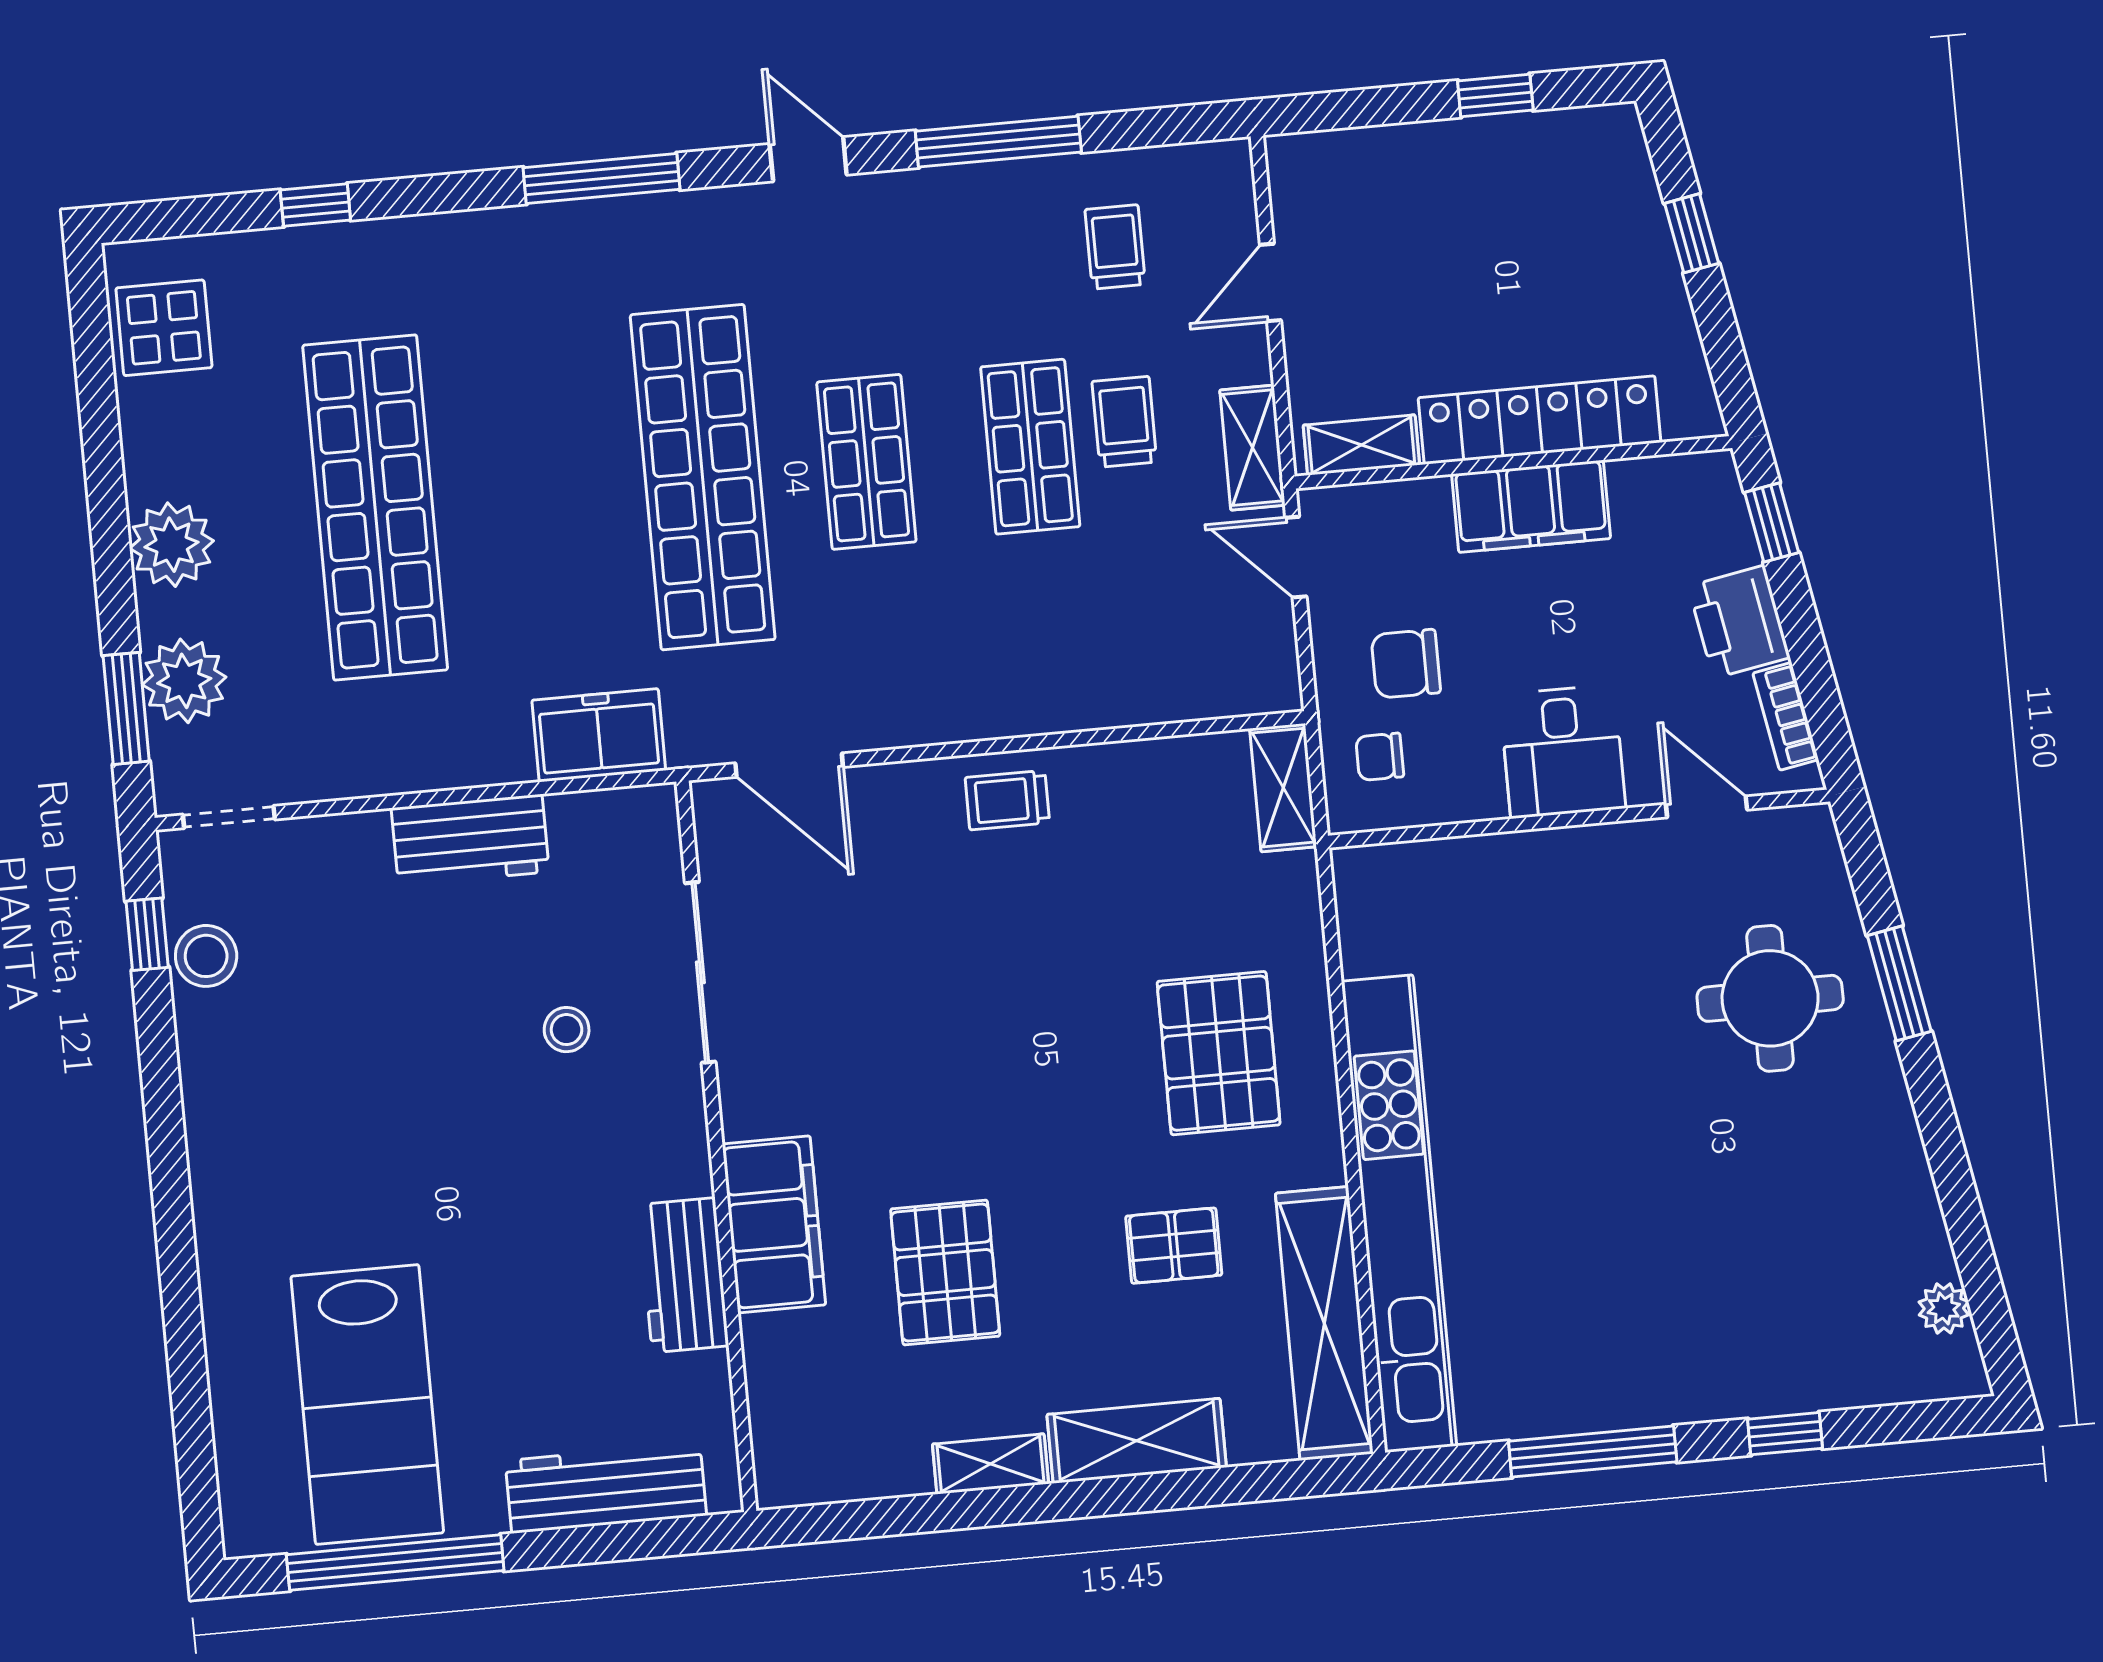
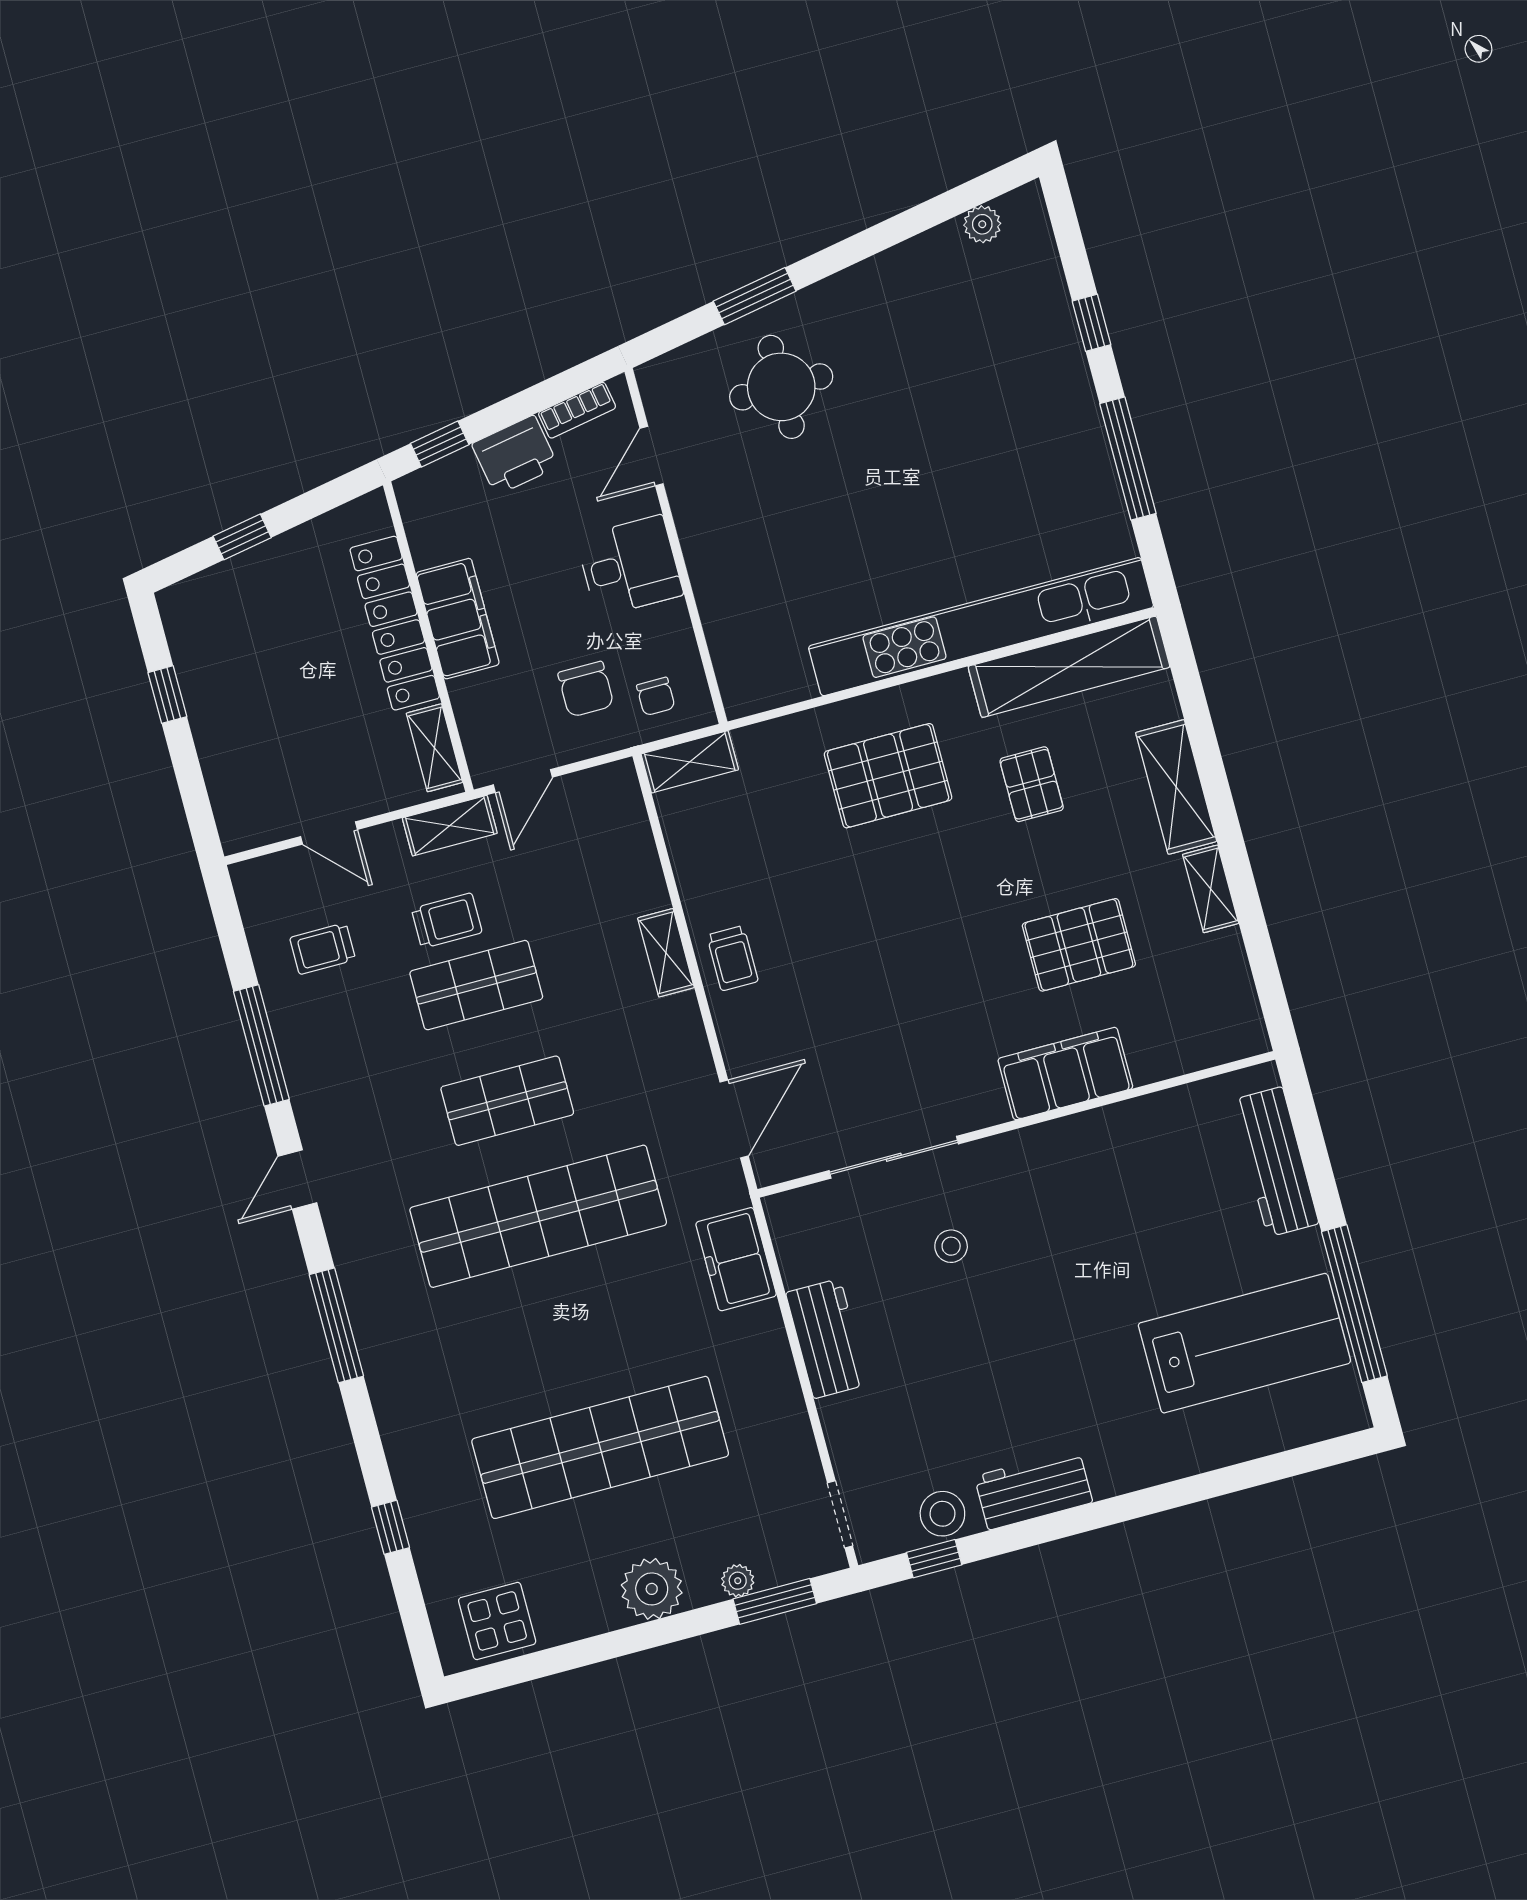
trolley: (1124, 422) -> (447, 921), turned 180
plant: (184, 681) -> (738, 1581), width x0.53, depth x0.53
shelving: (1030, 711) -> (666, 953), added
workbench: (684, 1275) -> (1033, 1489), moved, turned 180

